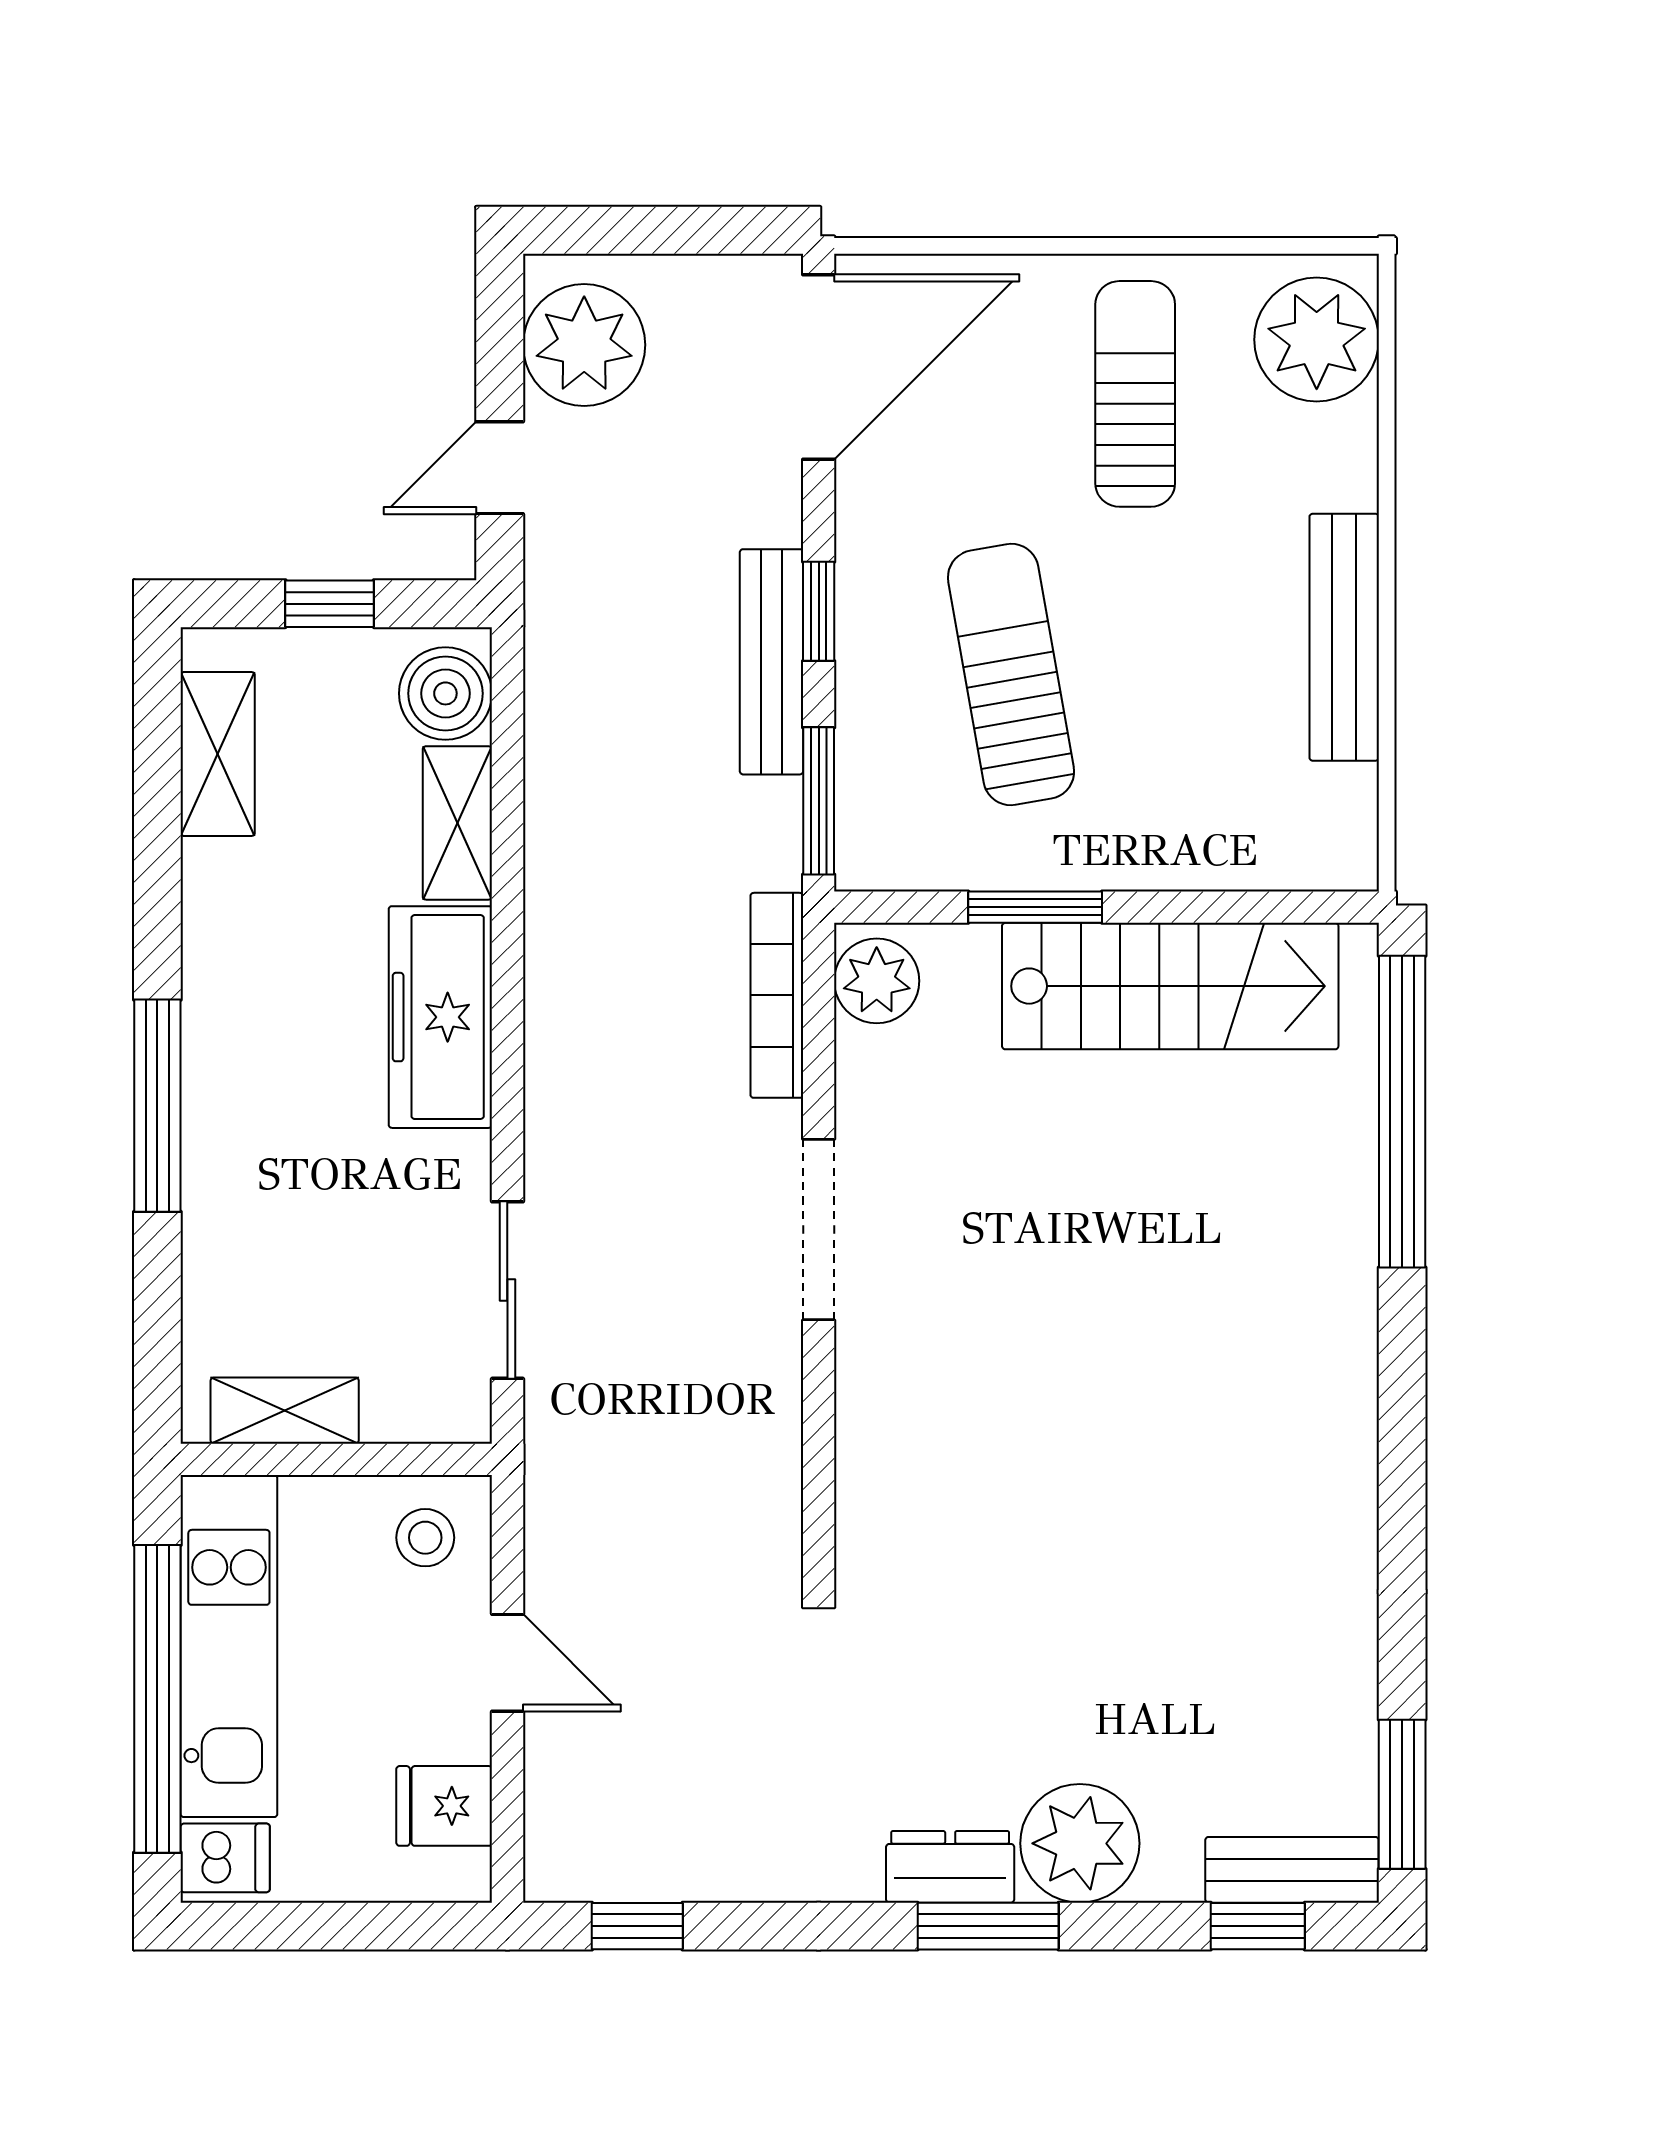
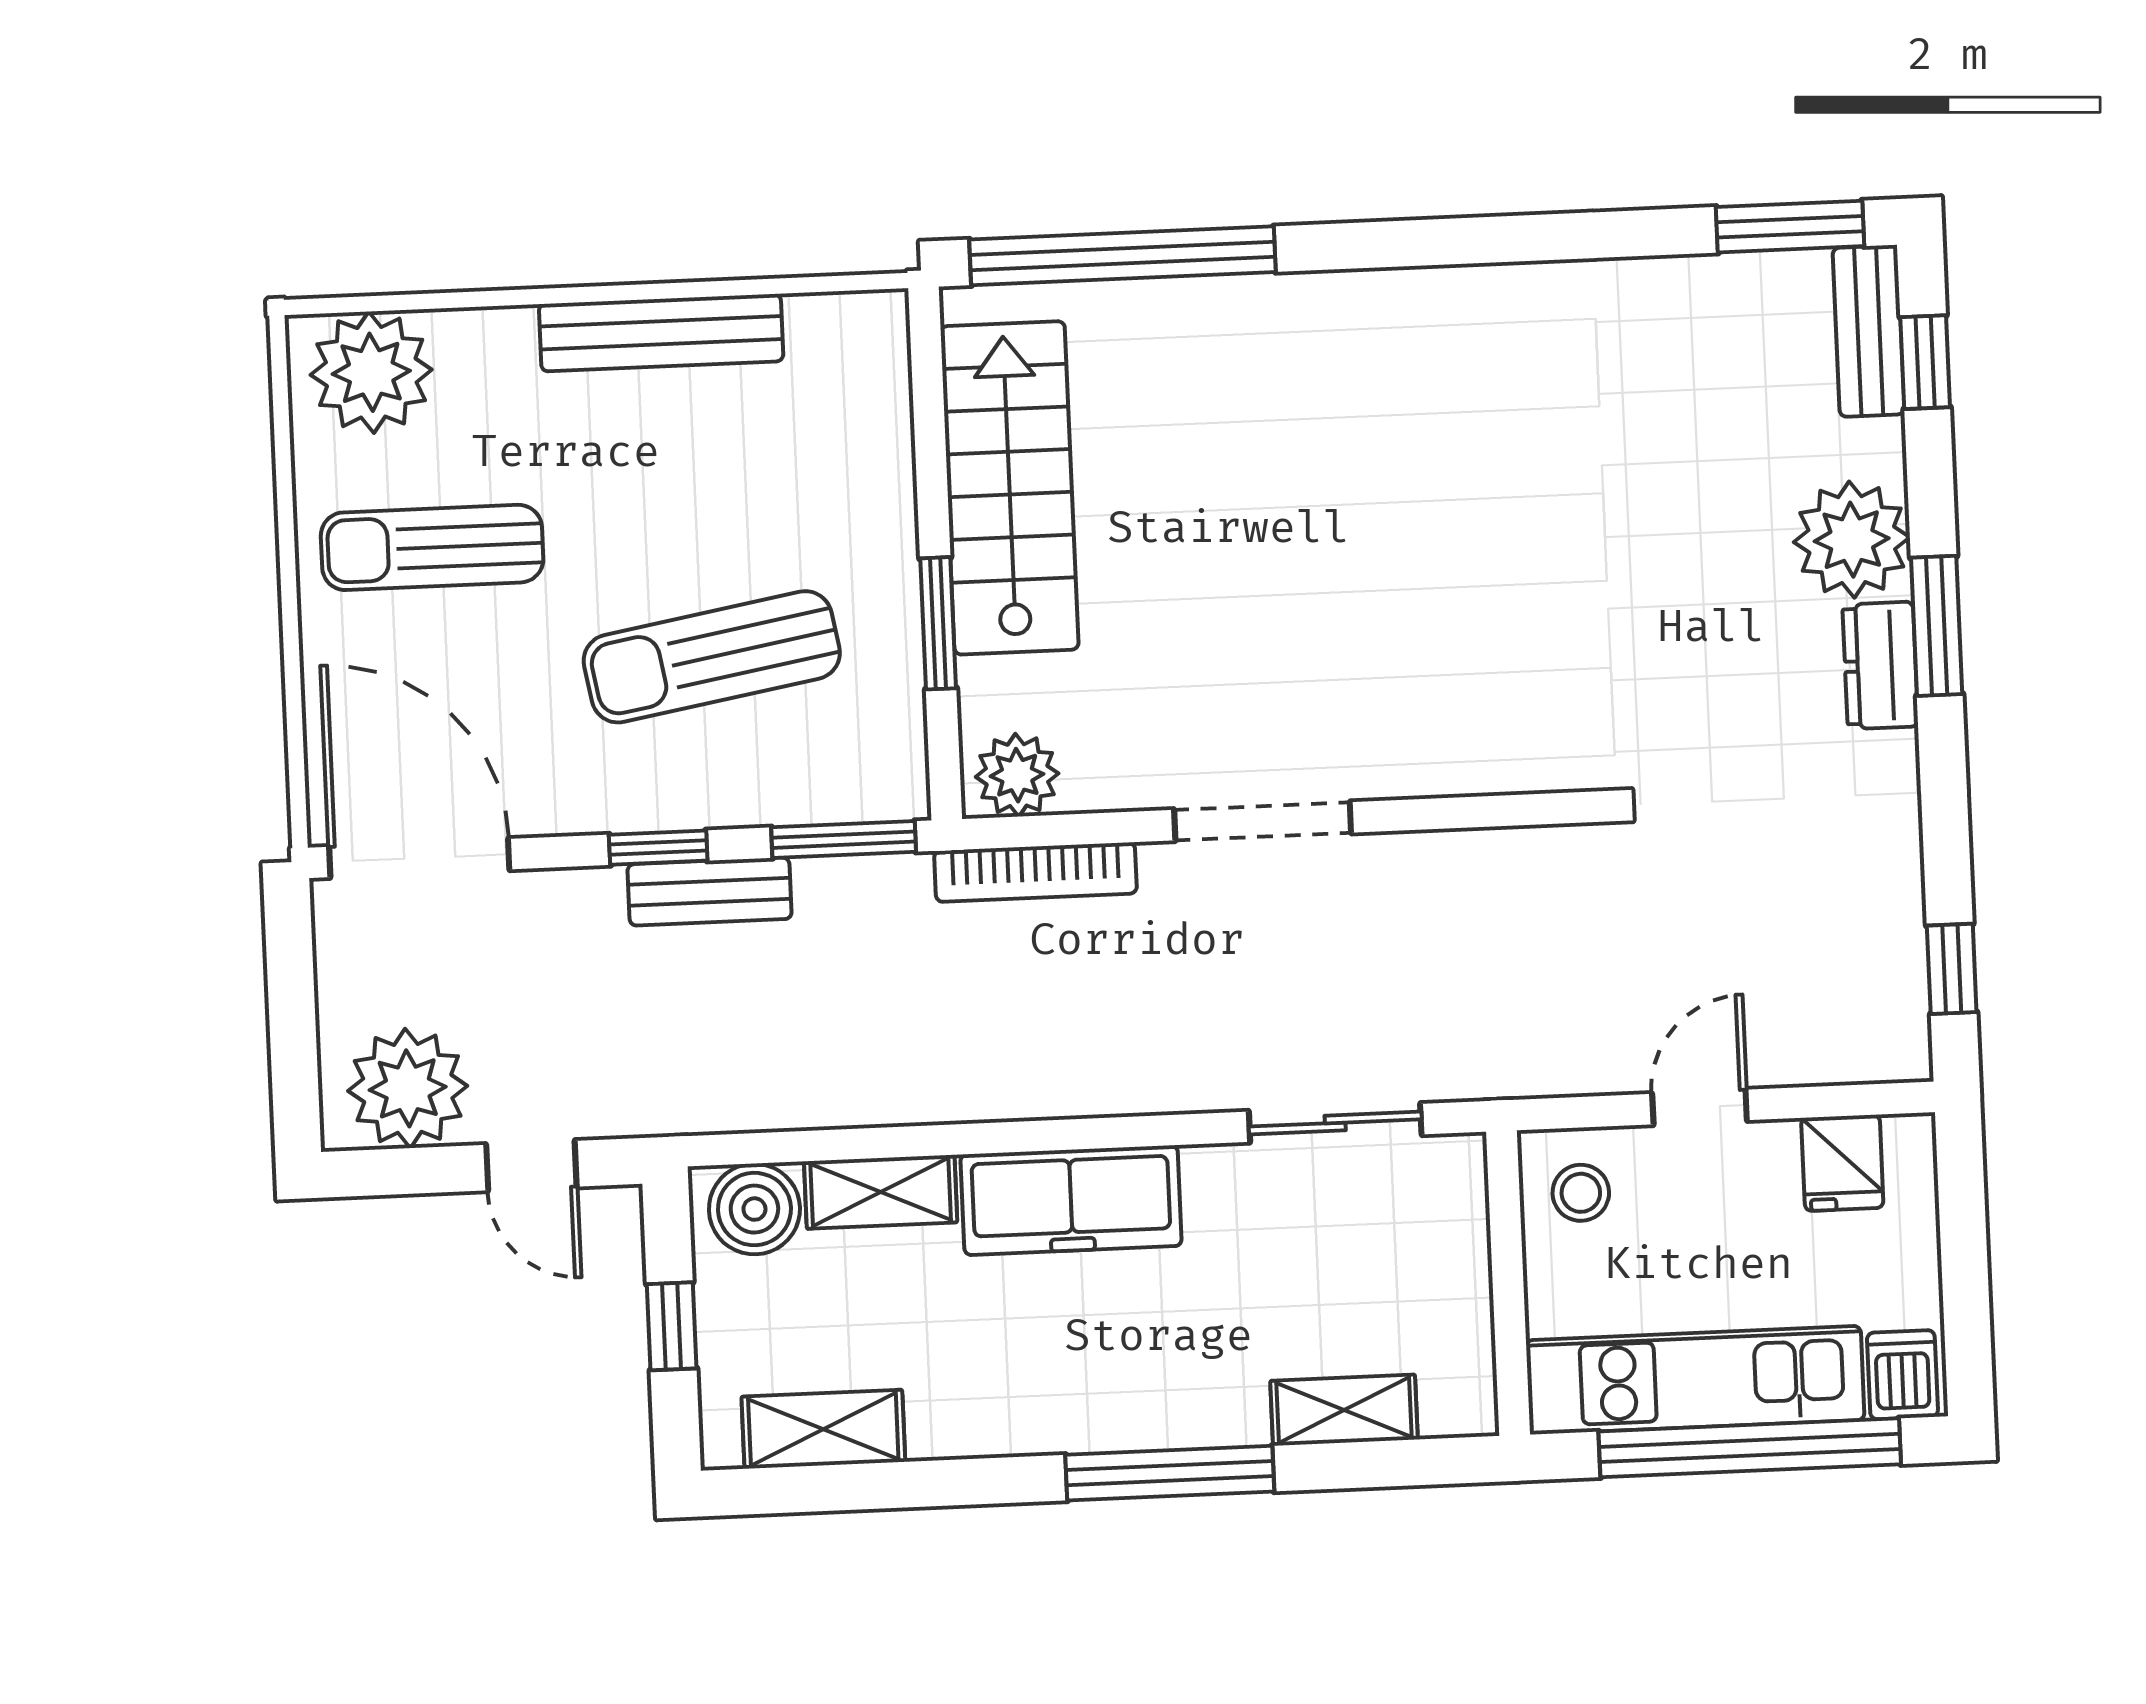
bench: (772, 662) -> (710, 892), width x0.73
shelving: (285, 1411) -> (1344, 1410), moved, turned 90

